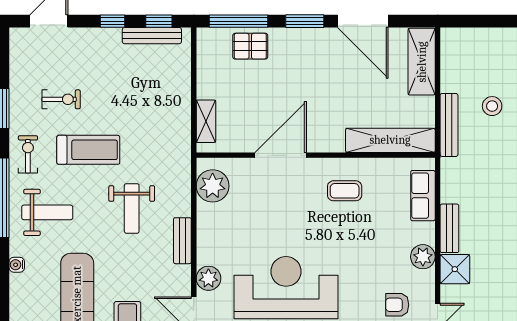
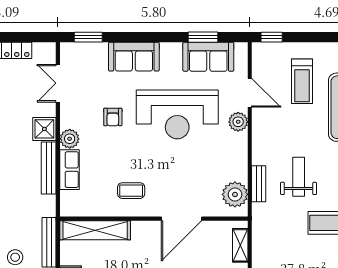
row of seats: (423, 196) -> (69, 170), moved
bench: (449, 228) -> (49, 168), width x1.36
bench: (182, 241) -> (259, 184), moved
armchair: (397, 305) -> (113, 117), moved, turned 90

